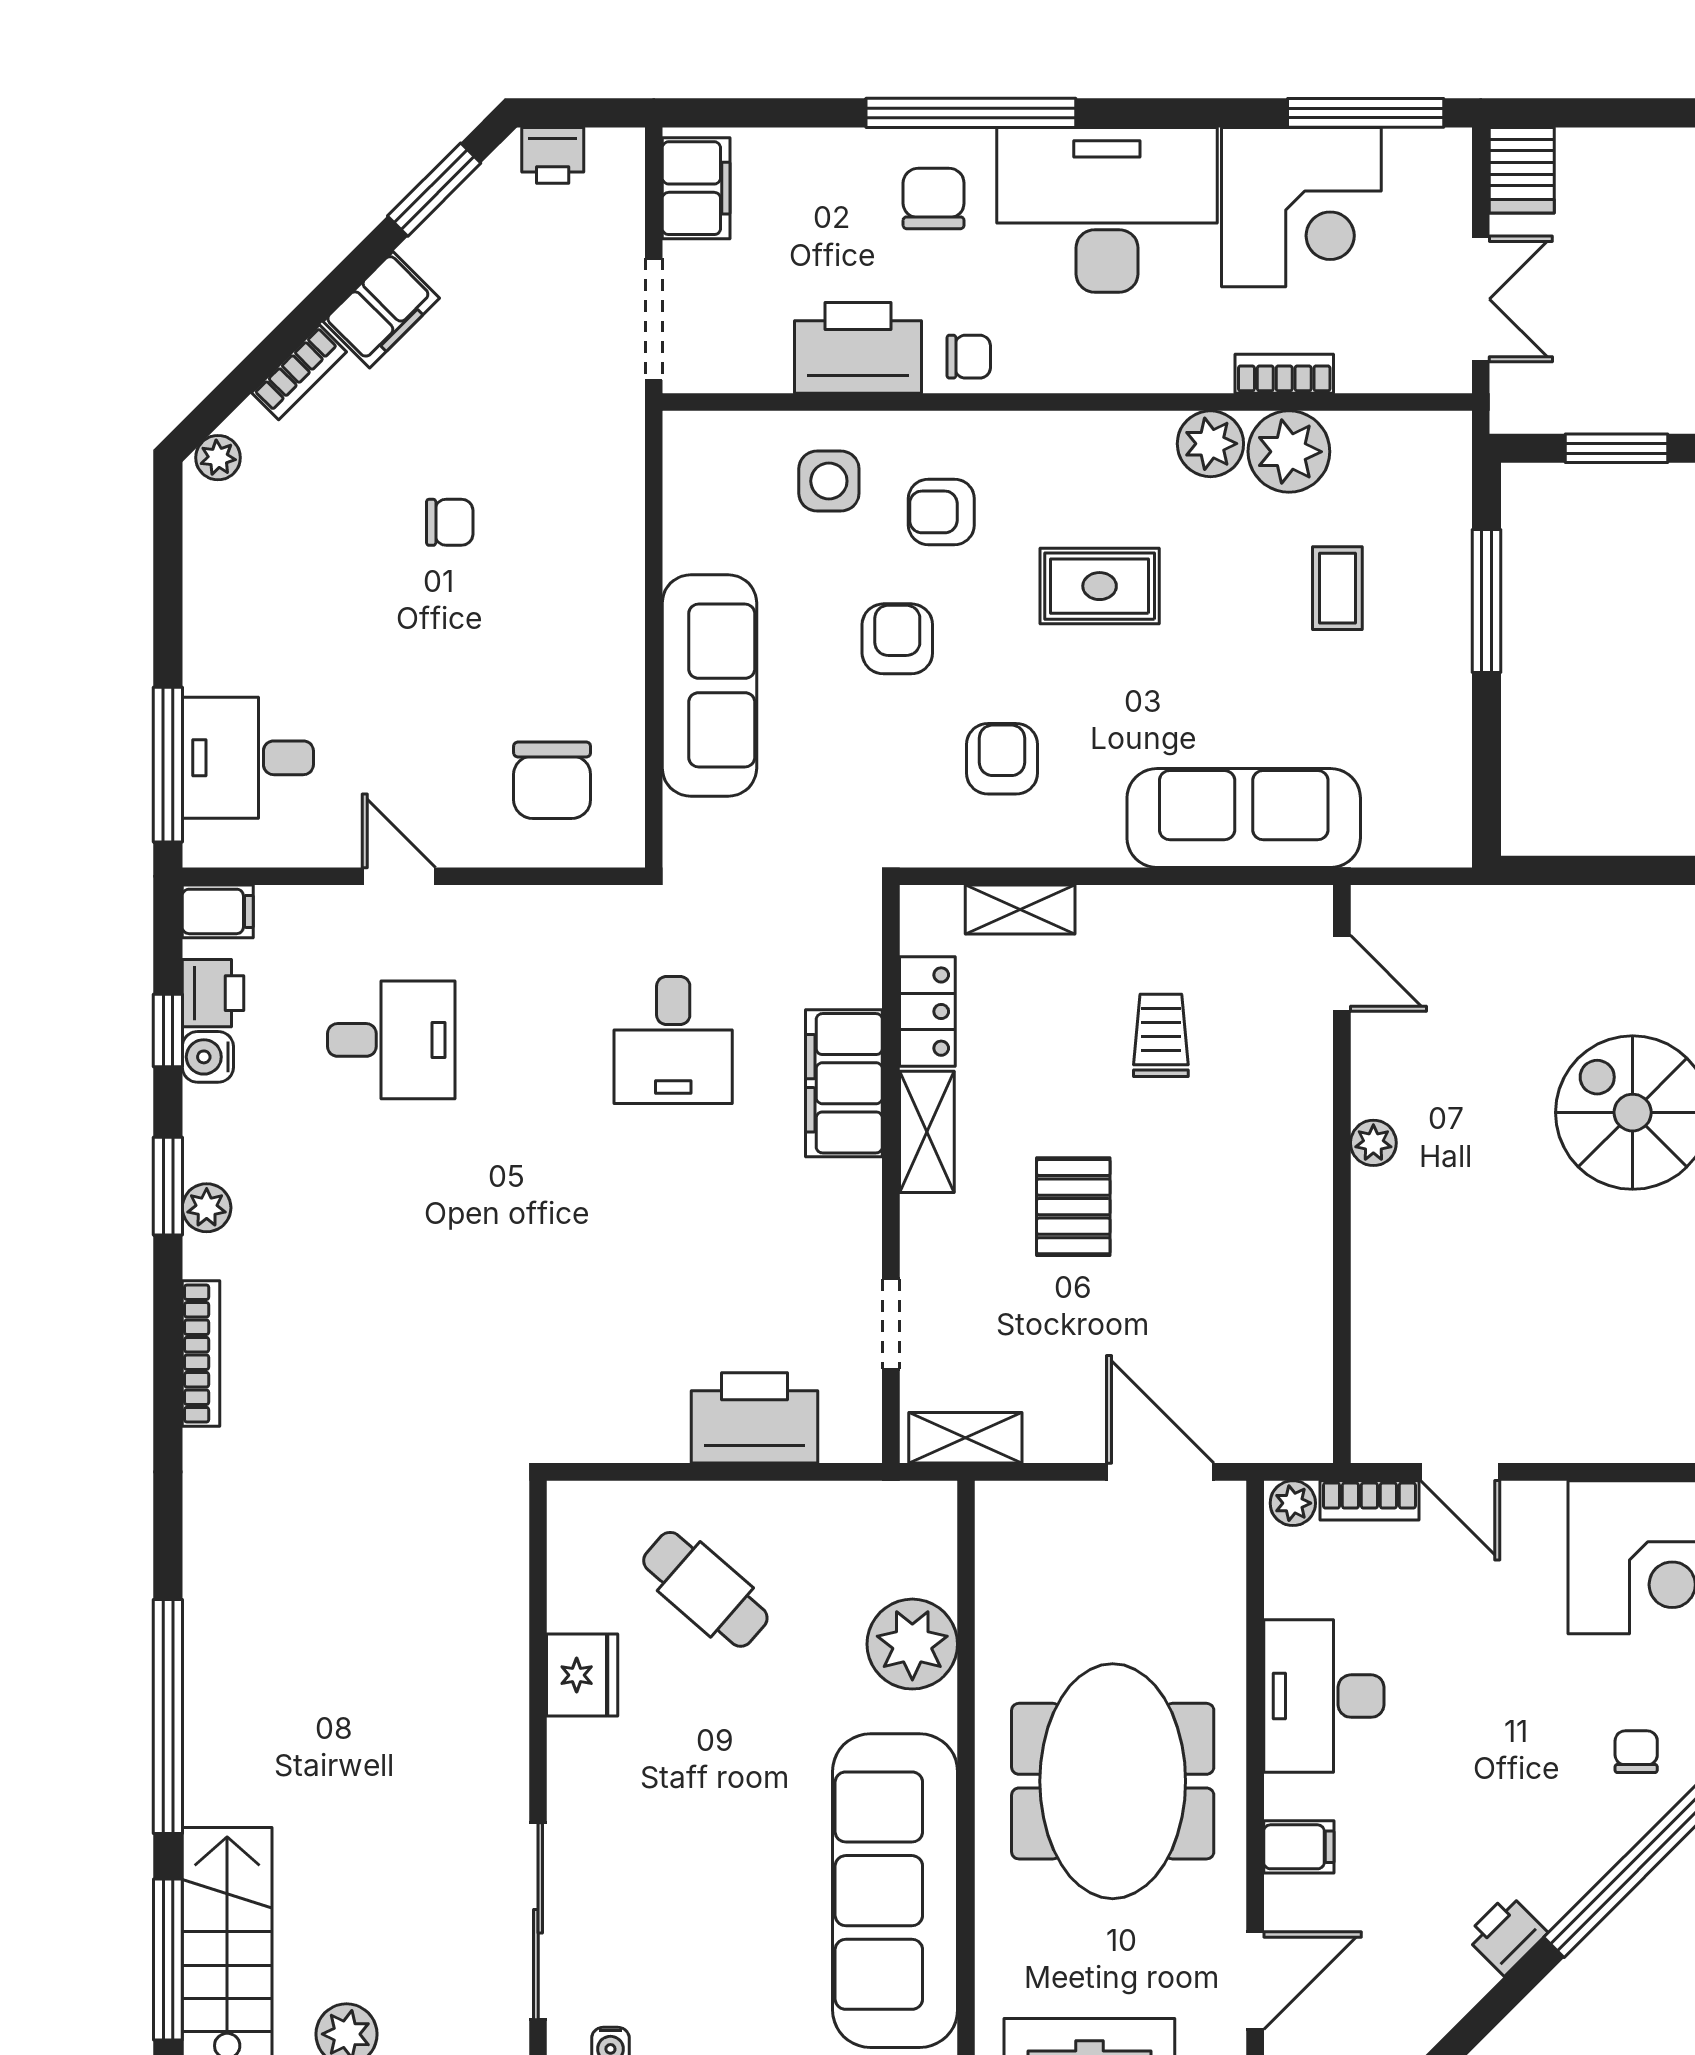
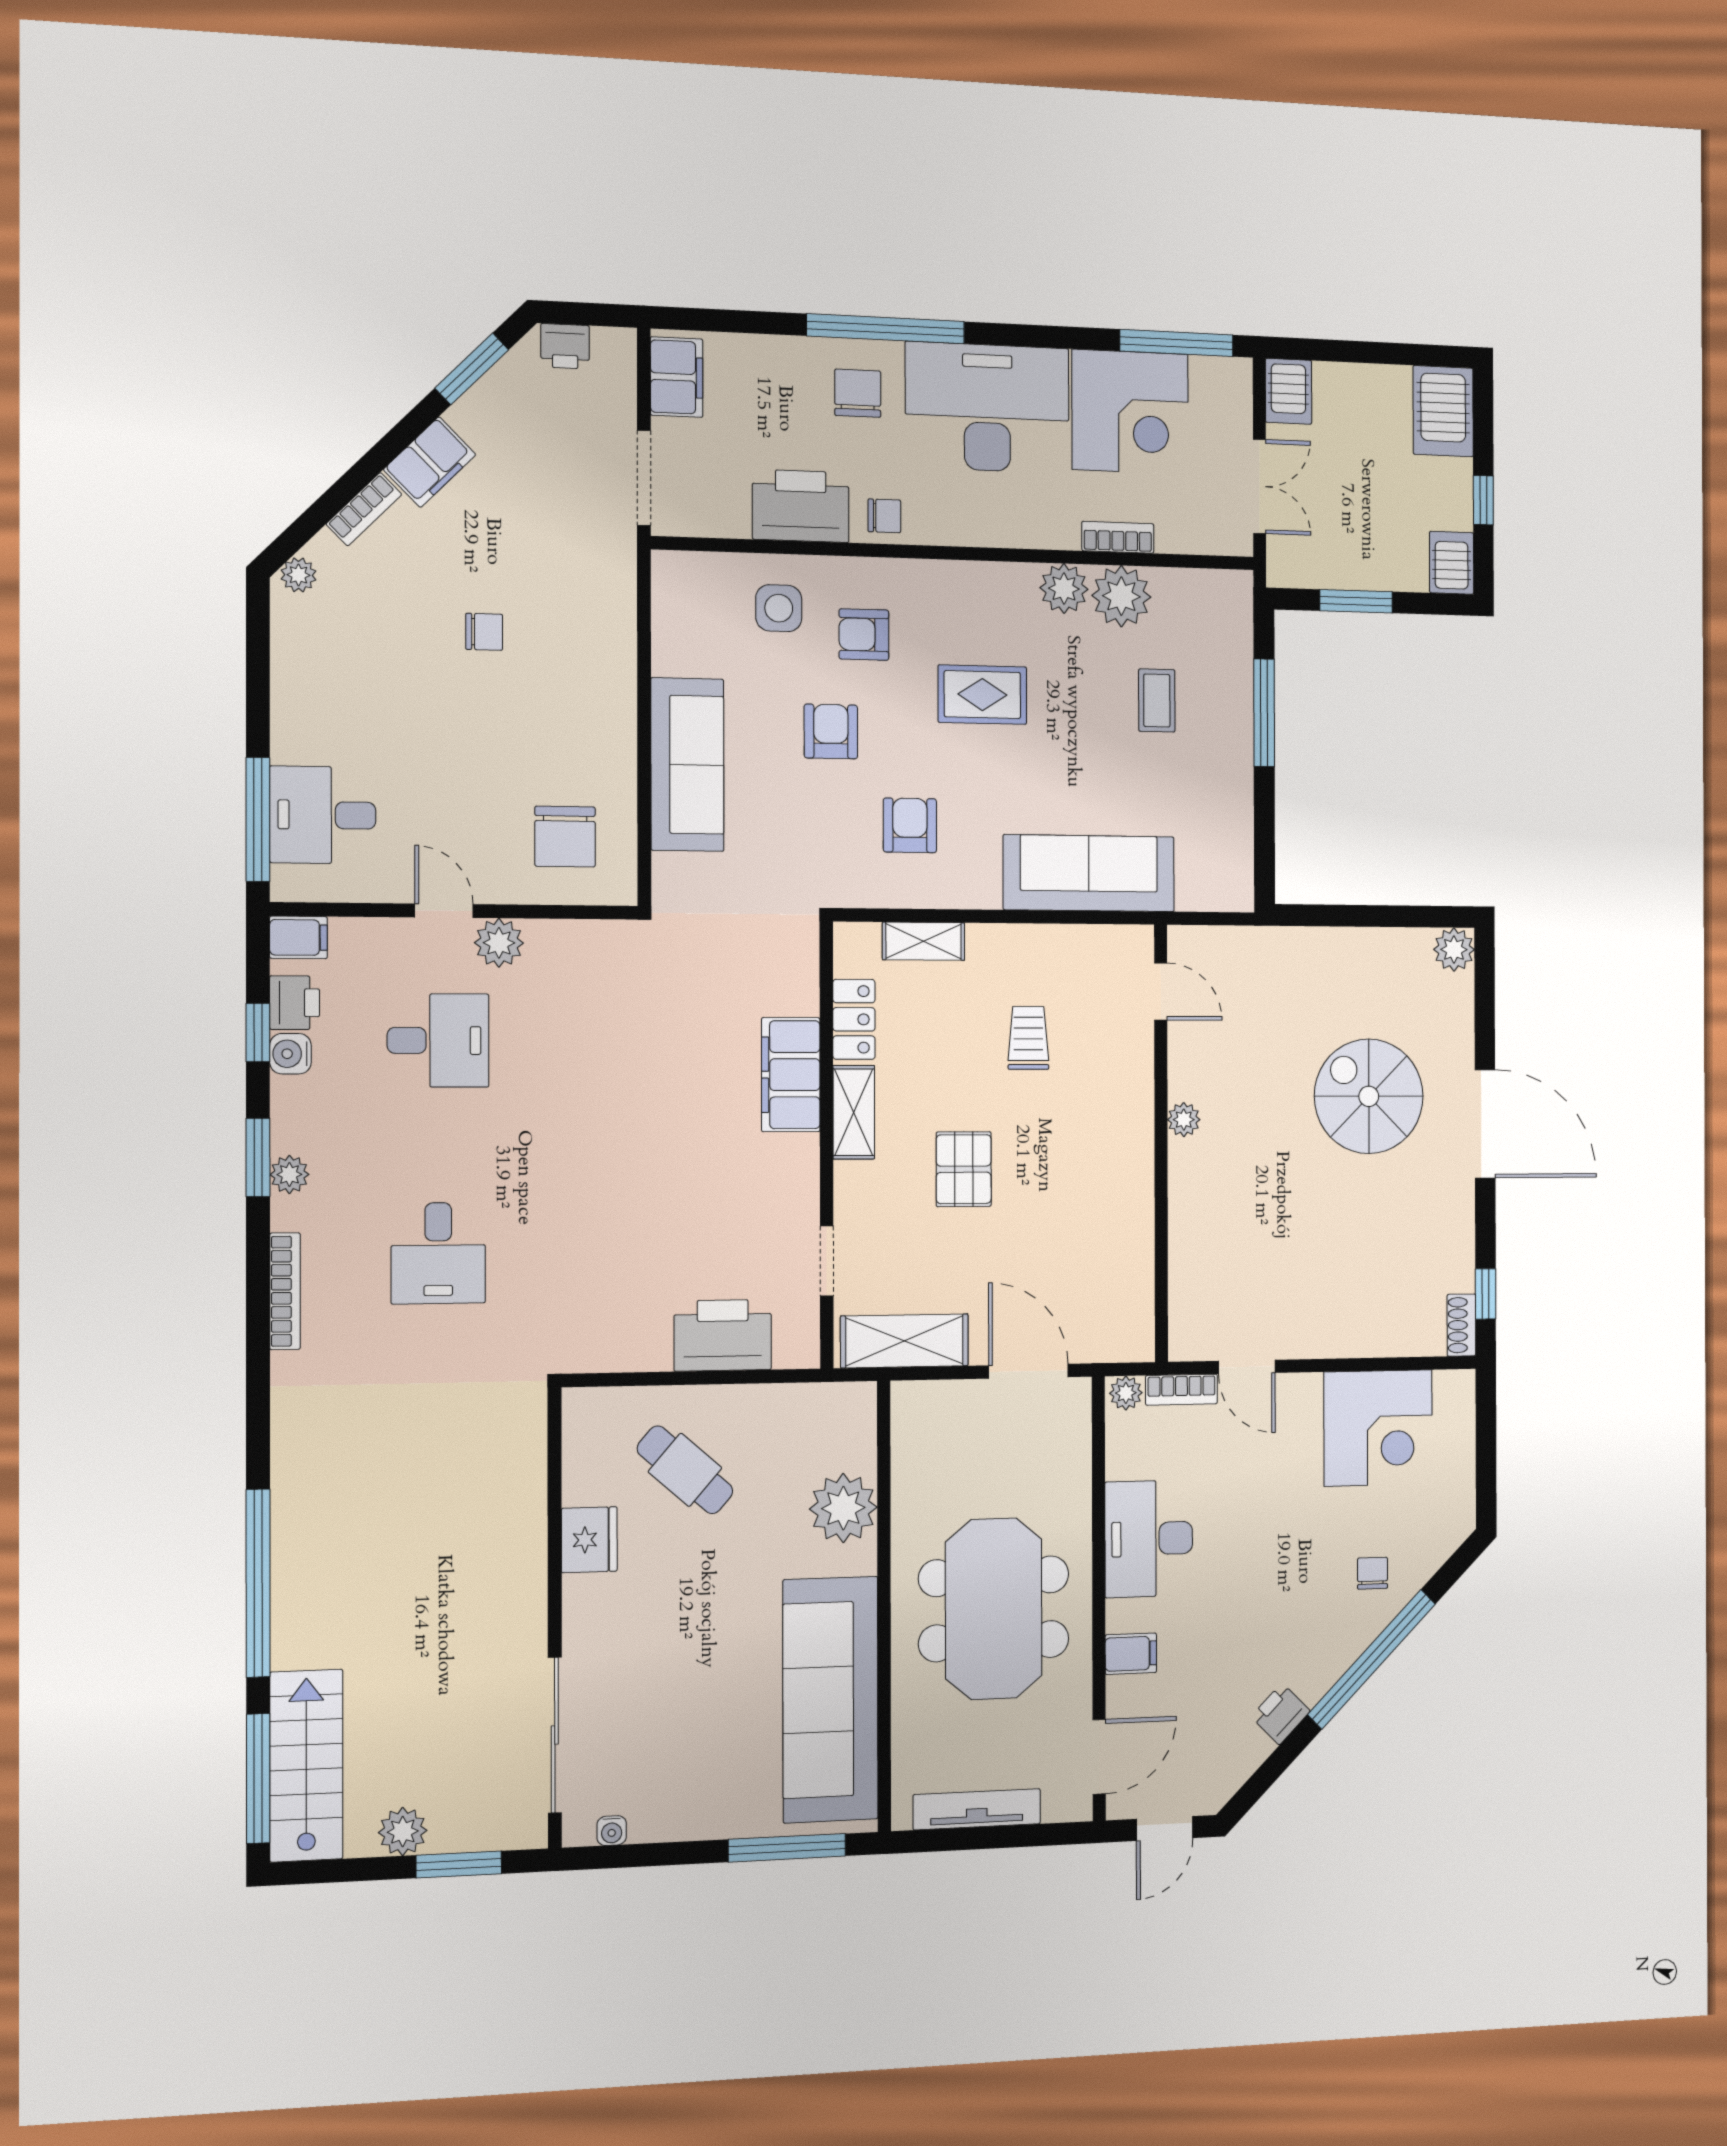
plant: (468, 916) -> (499, 943), added
desk: (673, 1040) -> (438, 1253), moved
shelving: (965, 1438) -> (904, 1341), width x1.50, depth x1.33

